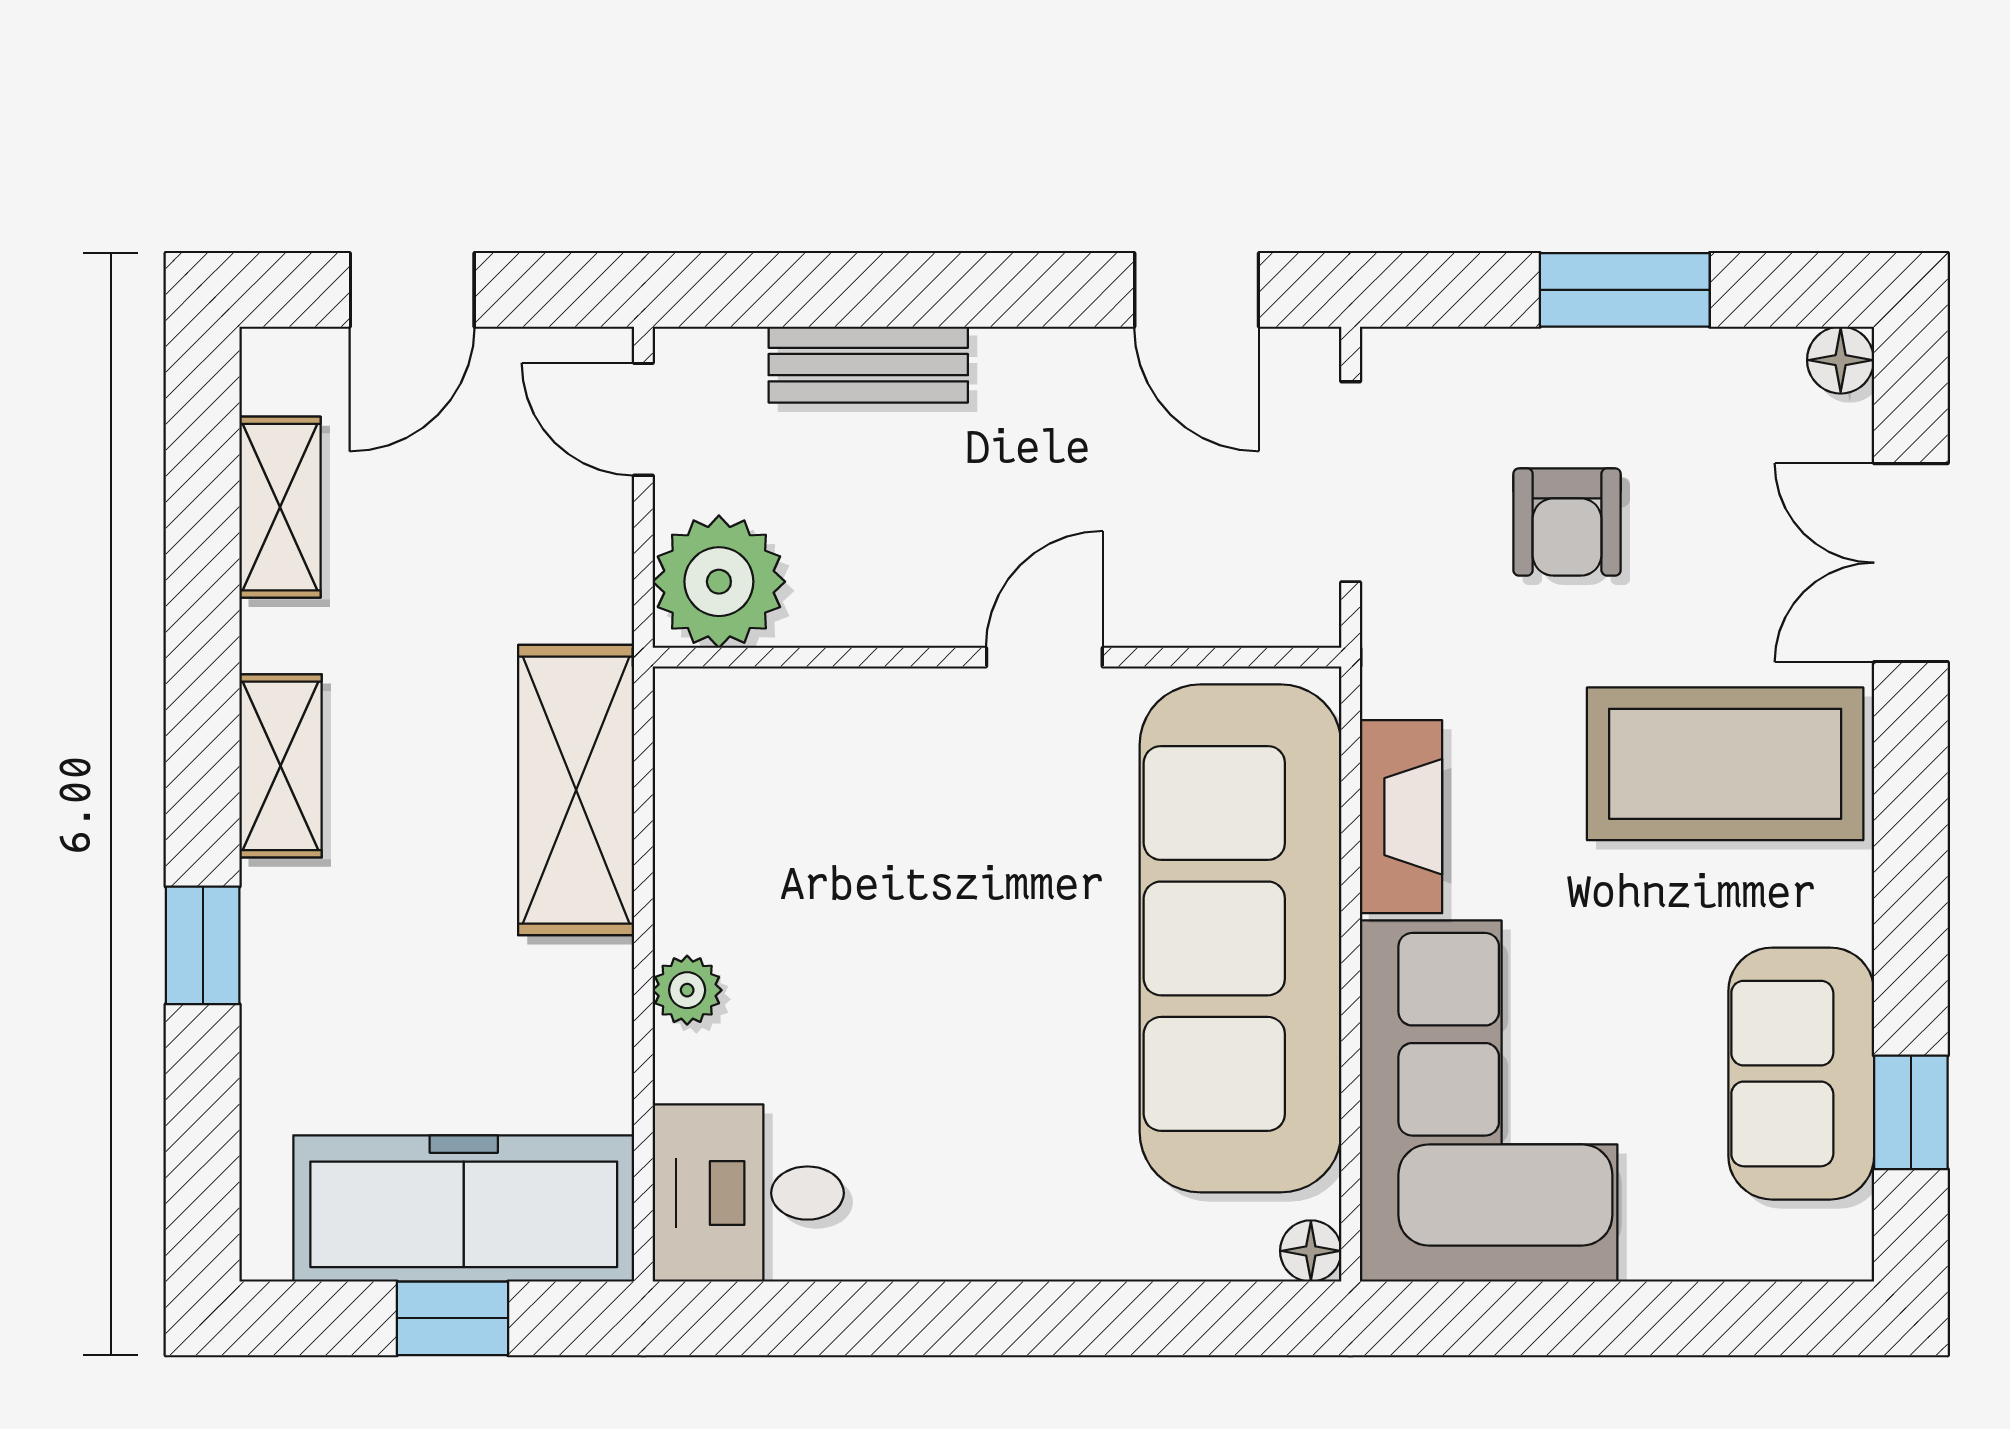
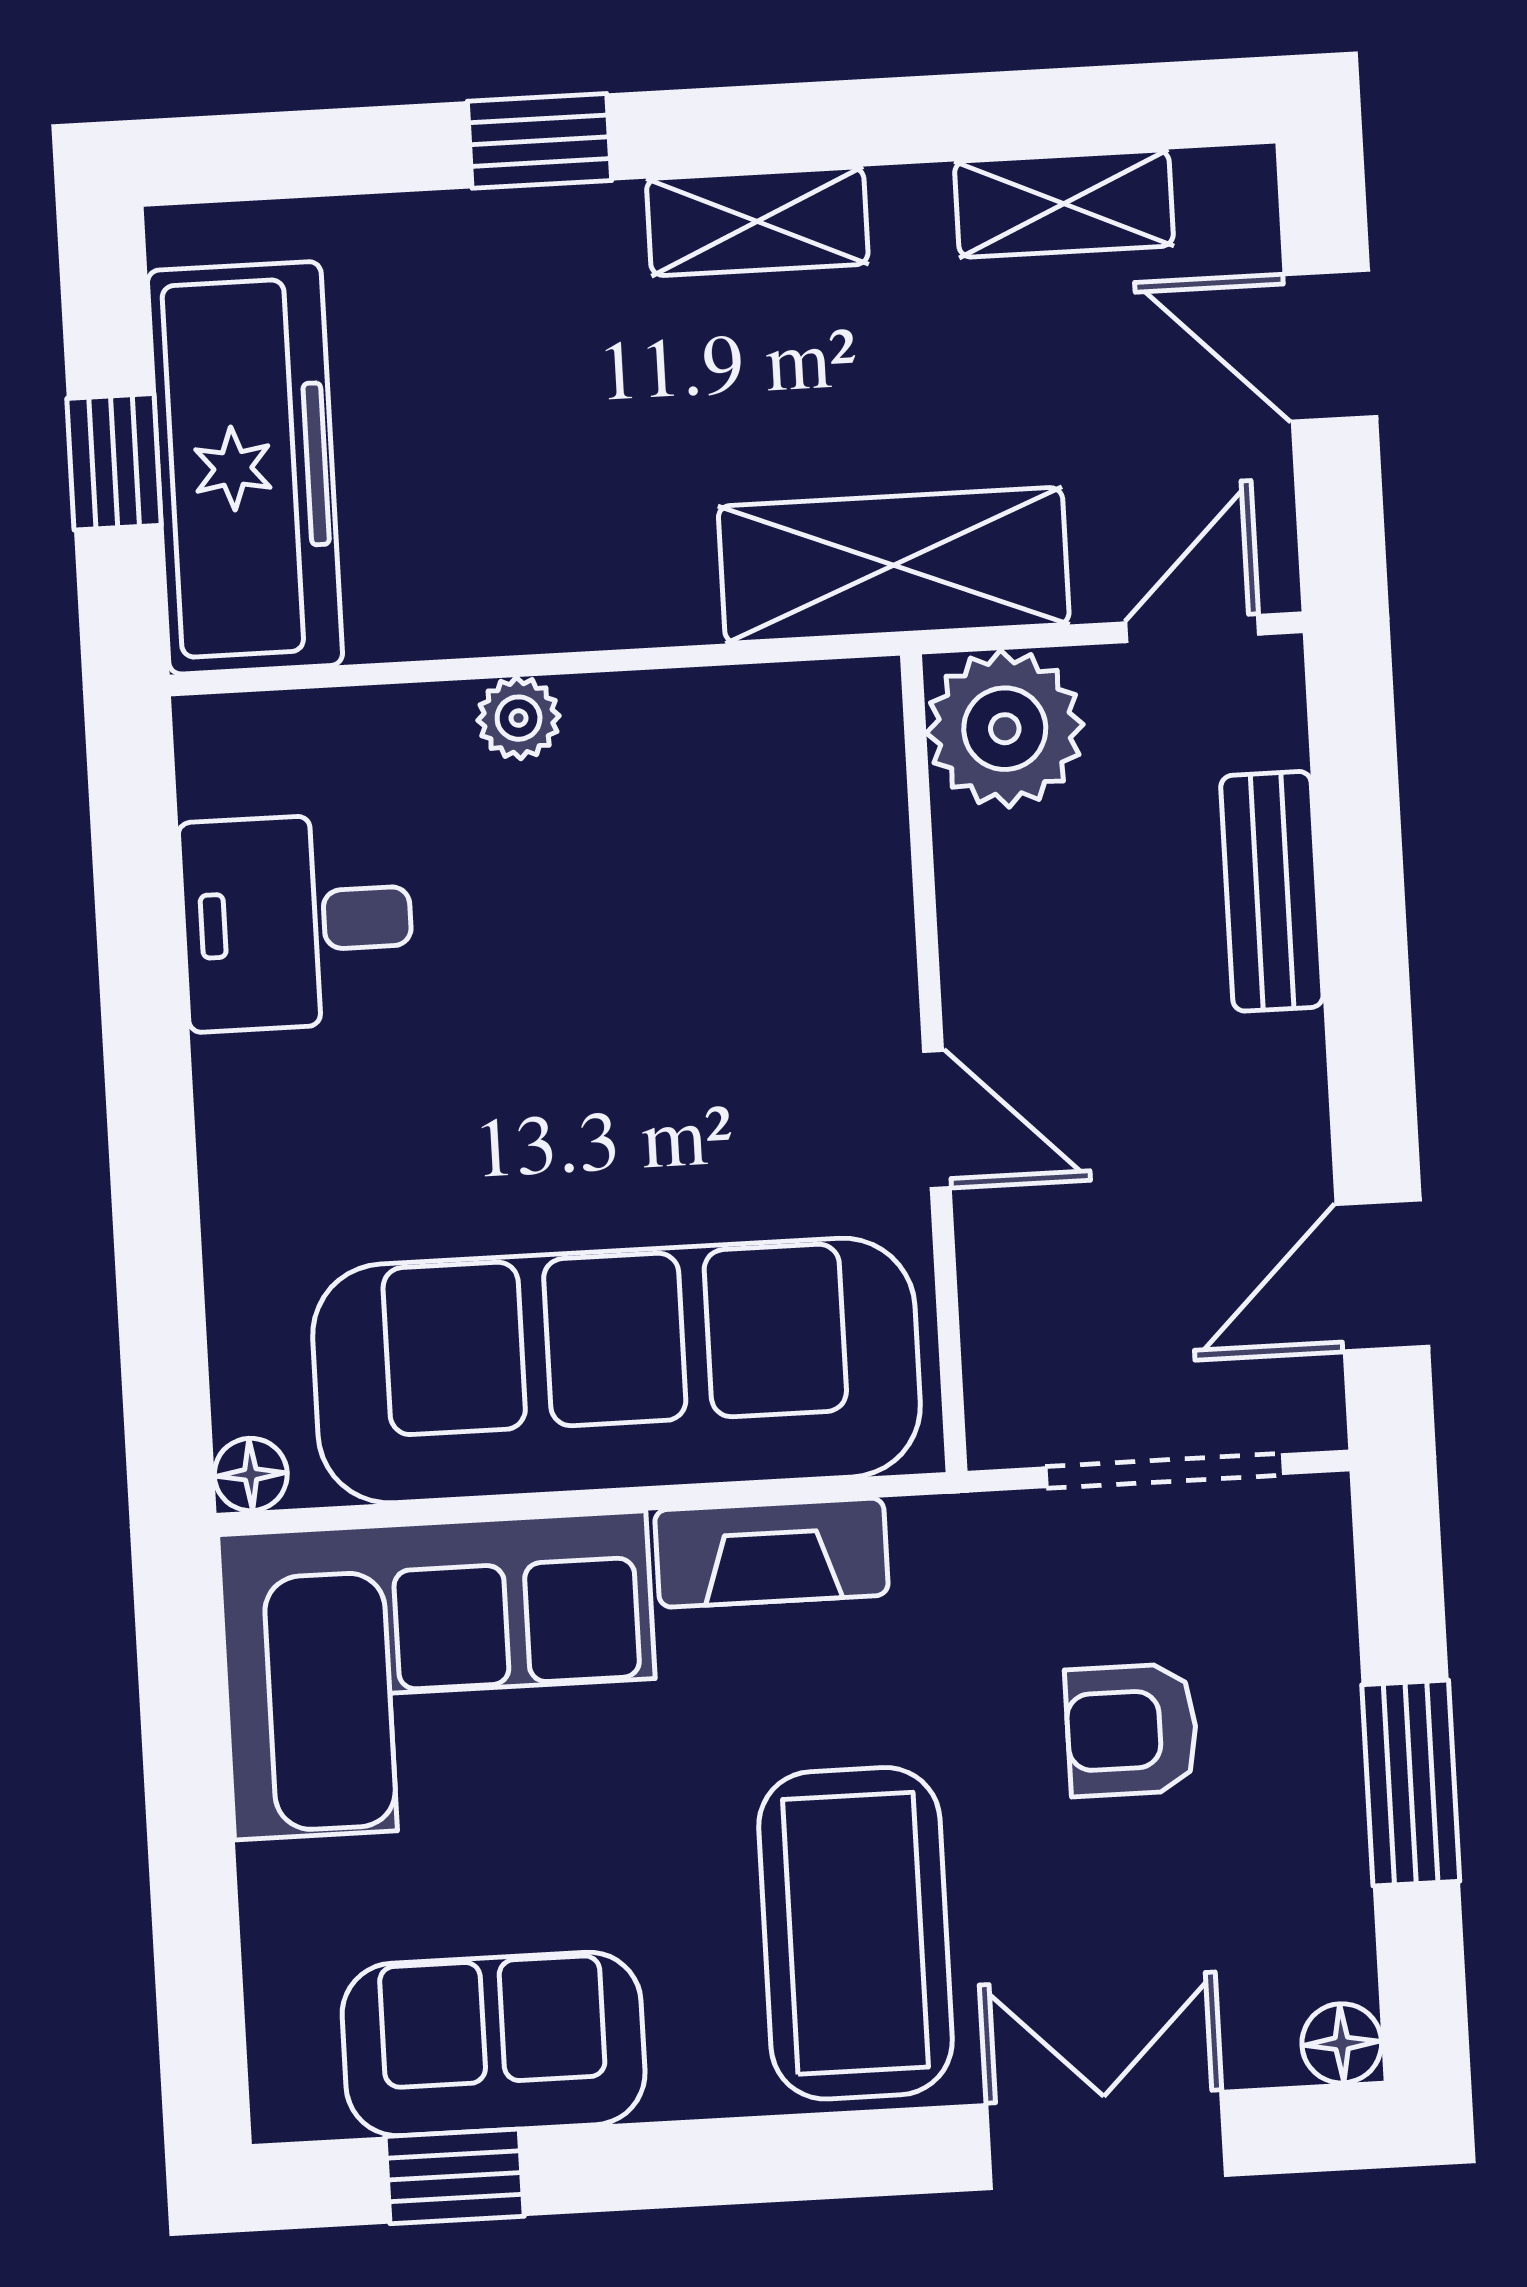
shelving: (576, 790) -> (894, 565), moved
desk: (748, 1193) -> (297, 922), moved, turned -90

